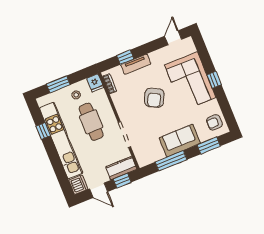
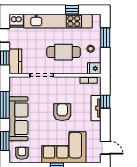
armchair: (154, 98) -> (62, 112), turned 63
sofa: (180, 141) -> (19, 119), width x1.36

